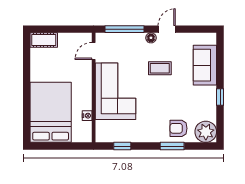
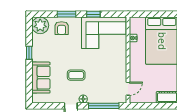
corner sofa: (115, 91) -> (104, 33), moved, turned -90
armchair: (178, 128) -> (62, 28), turned 90
window: (122, 146) -> (93, 14), moved

